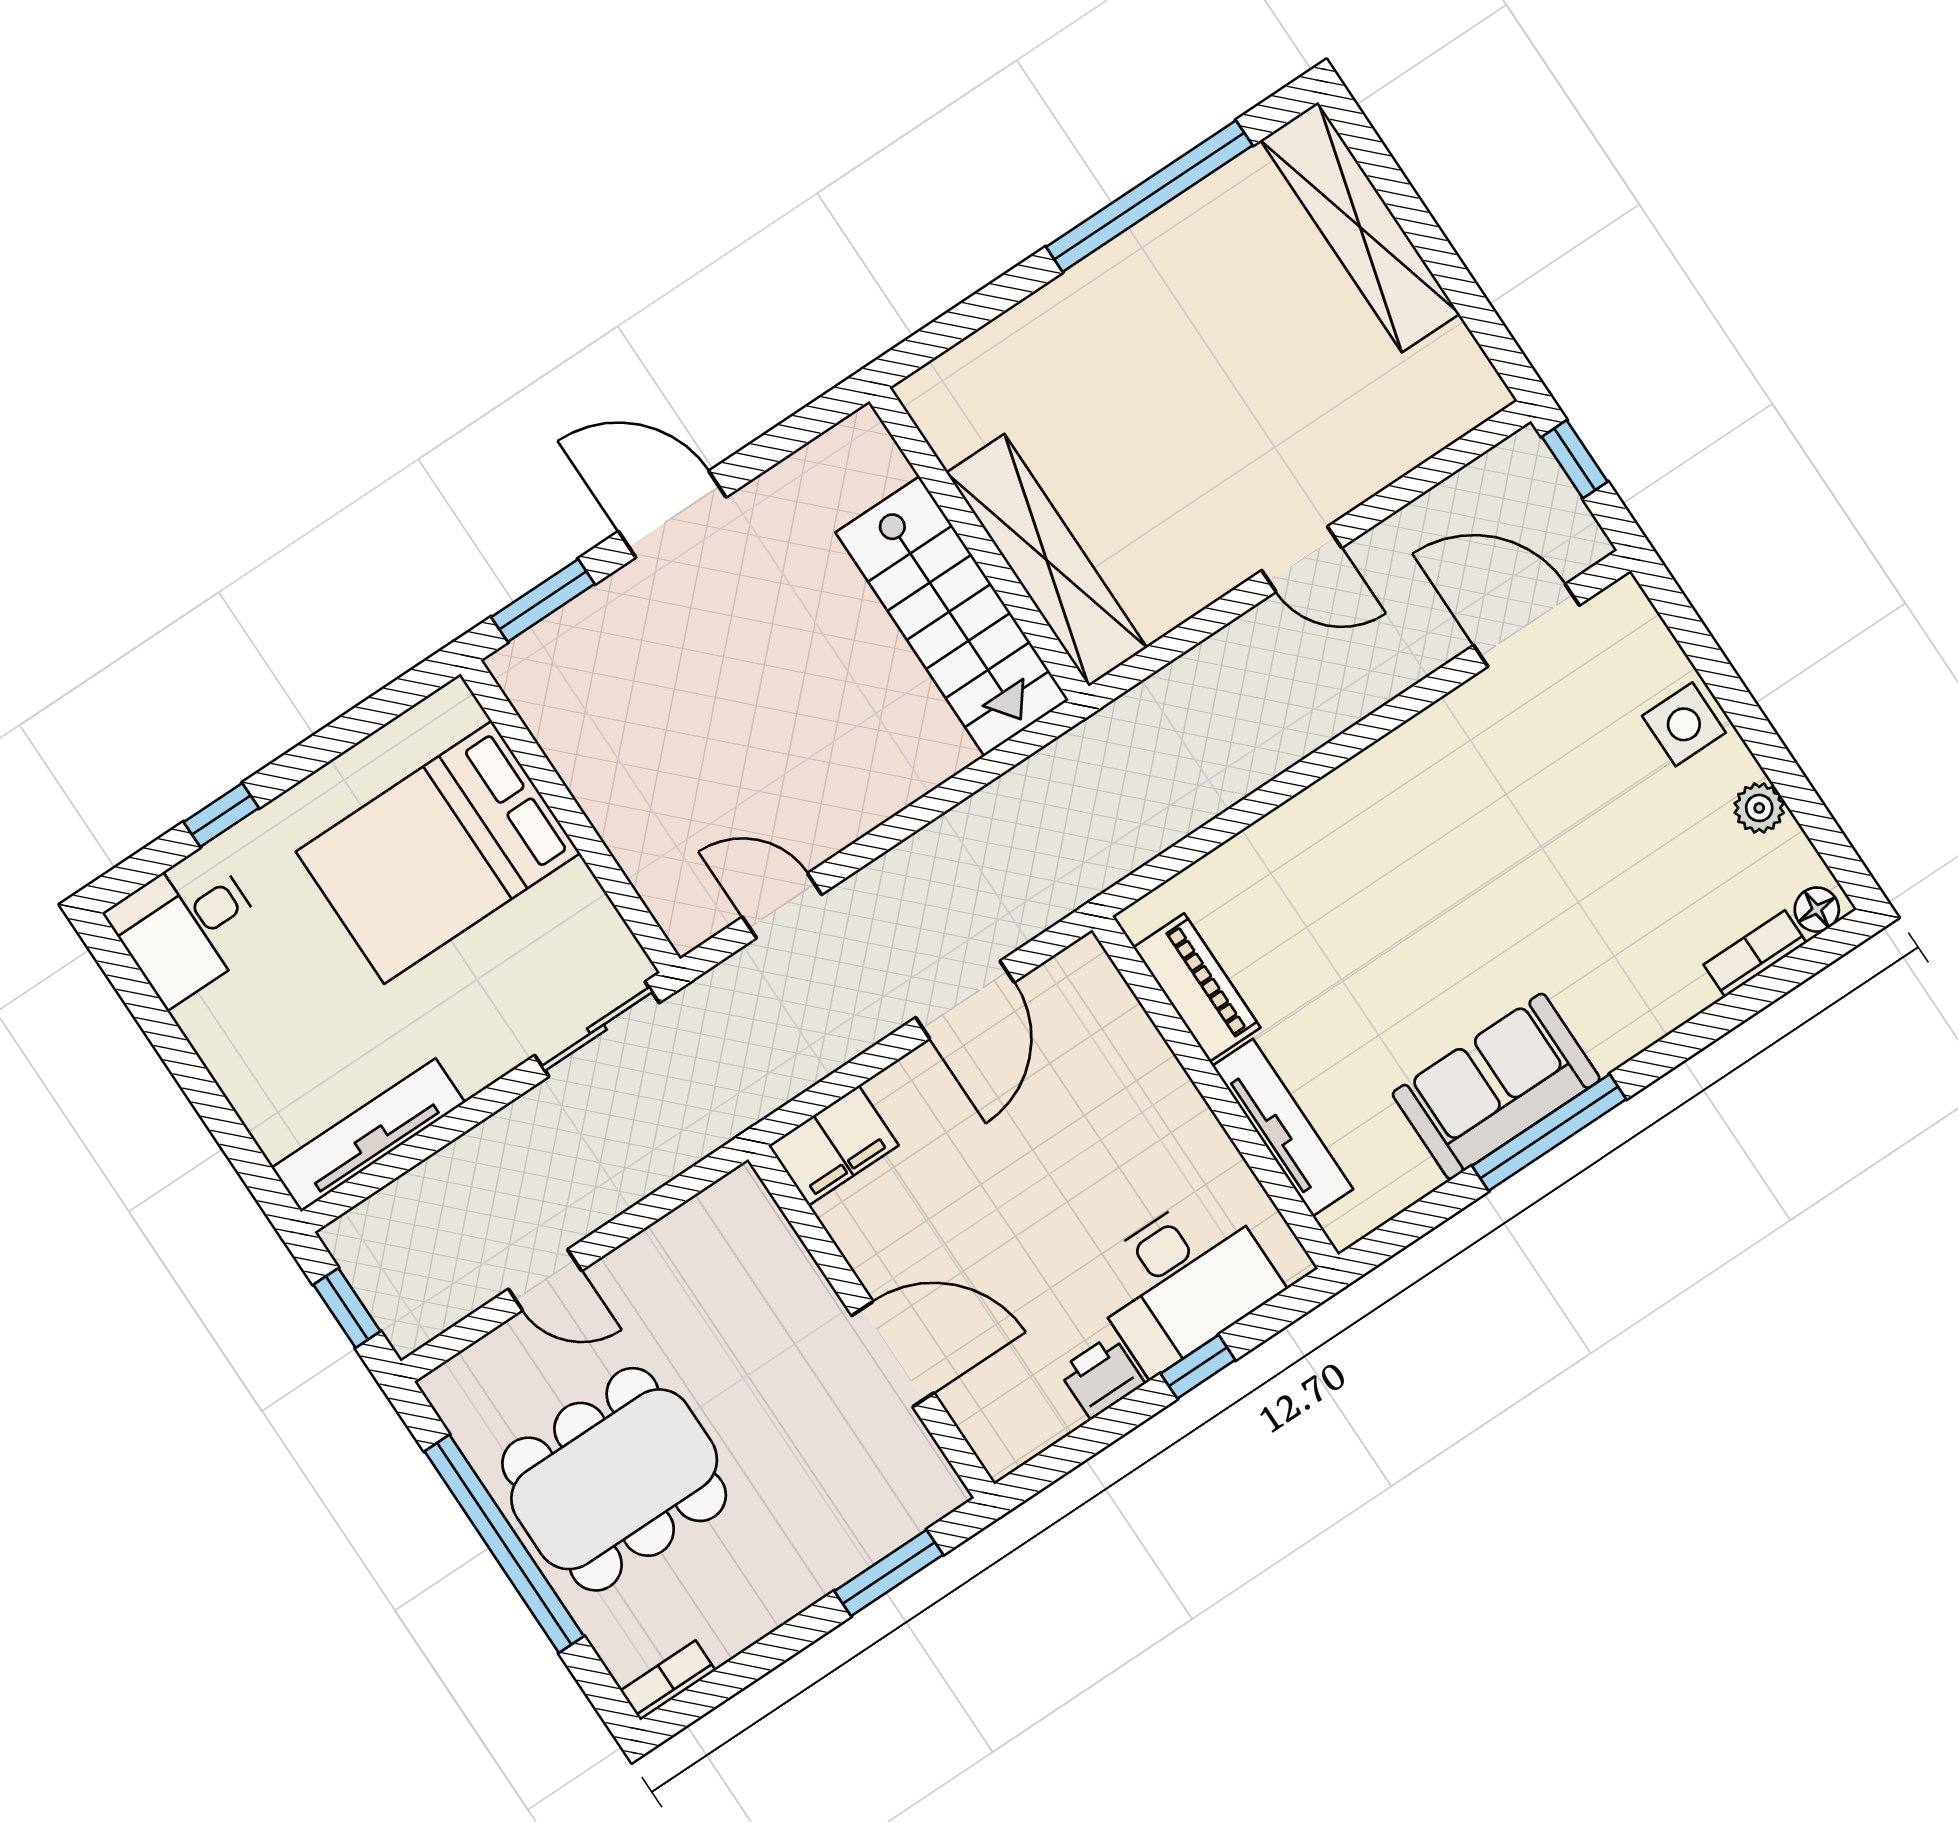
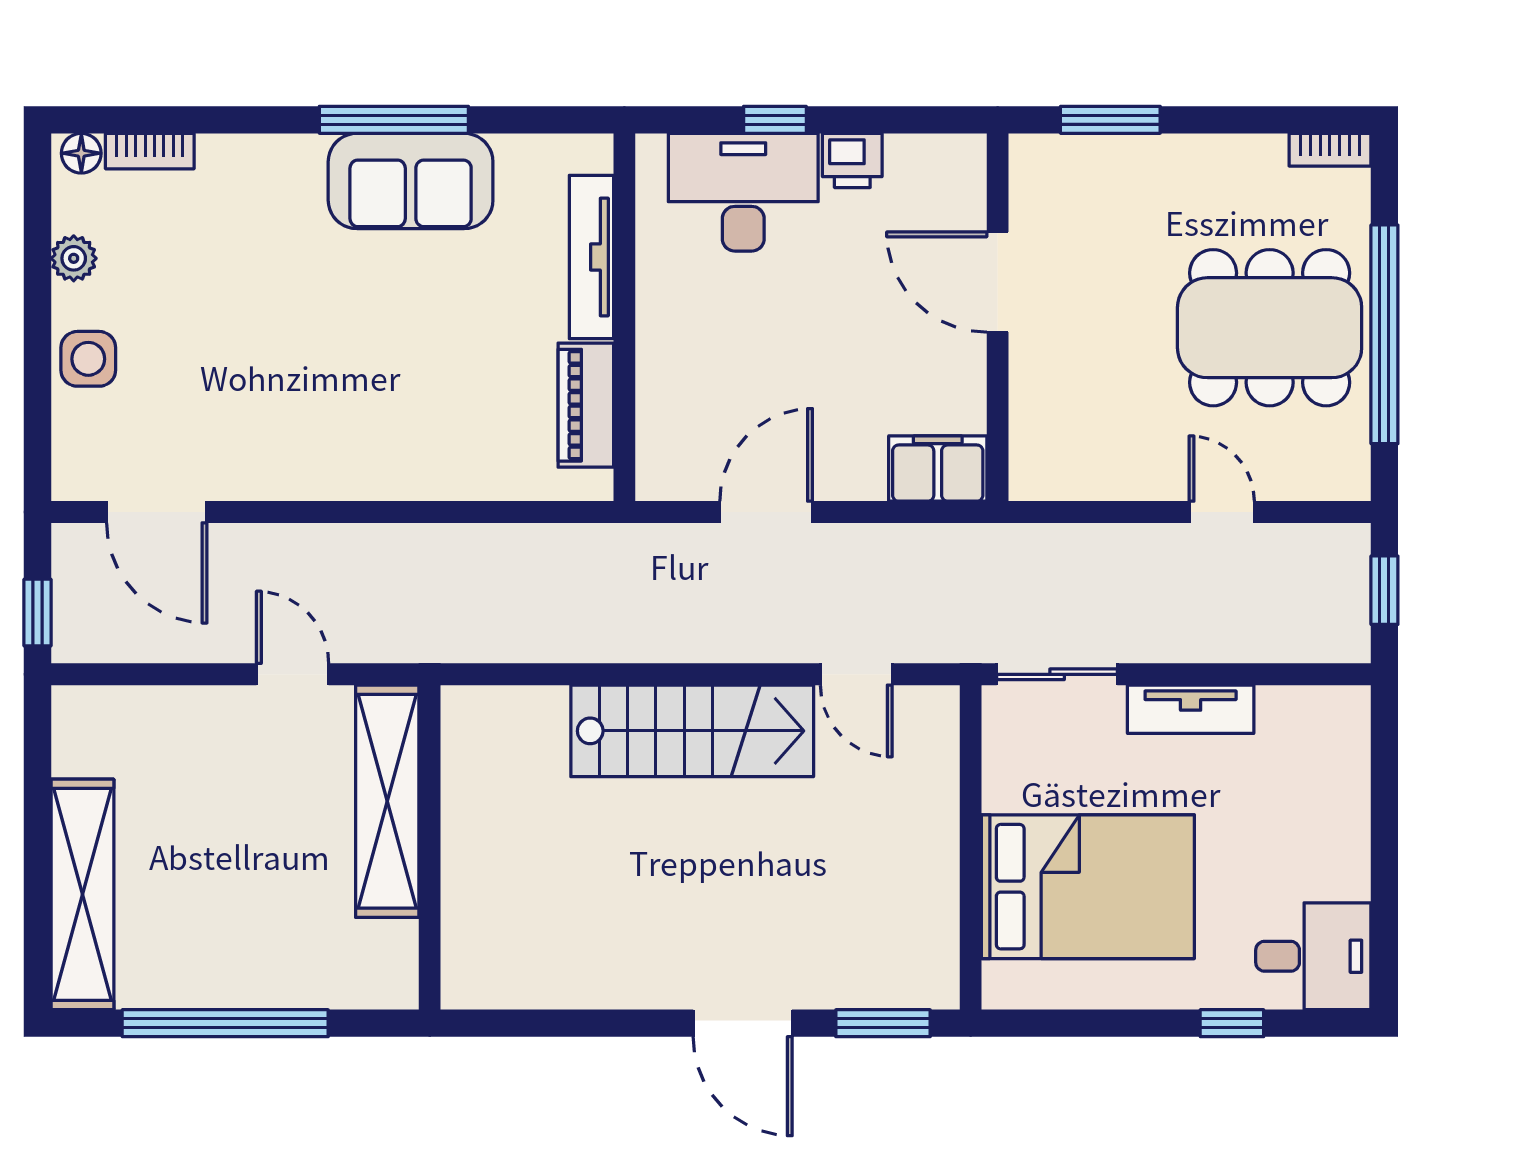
wall: (979, 544) -> (430, 847), moved
shelving: (1047, 560) -> (387, 801), moved
stairs: (952, 616) -> (692, 731), moved, turned 90
tv unit: (368, 1135) -> (1191, 709), moved, width x0.71

